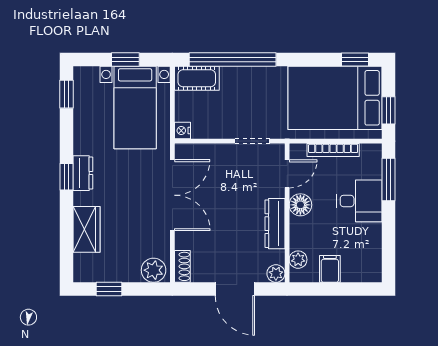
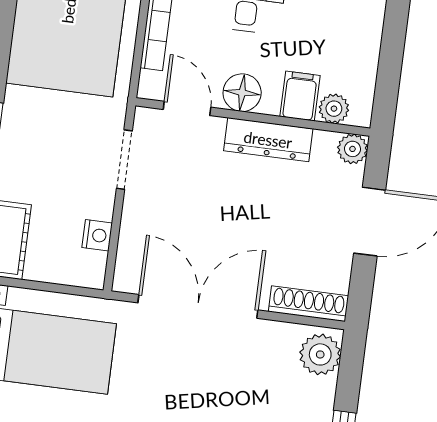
nightstand: (182, 131) -> (97, 235), moved, turned -90
shoe rack: (182, 266) -> (308, 304), width x1.43
filing cabinet: (330, 269) -> (300, 96), moved, turned 90

